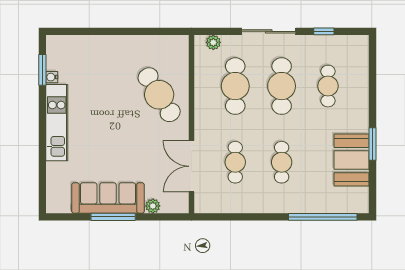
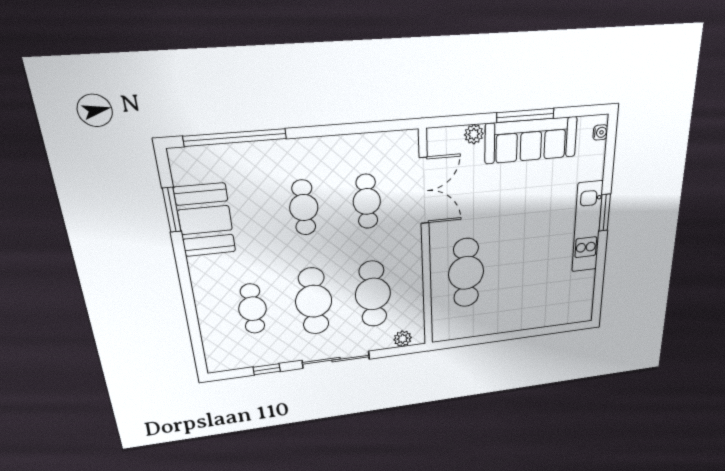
window: (42, 70) -> (605, 213), moved
water cooler: (52, 77) -> (600, 132), moved
cafe table: (159, 95) -> (466, 273), turned 32
window: (373, 144) -> (172, 210), moved

